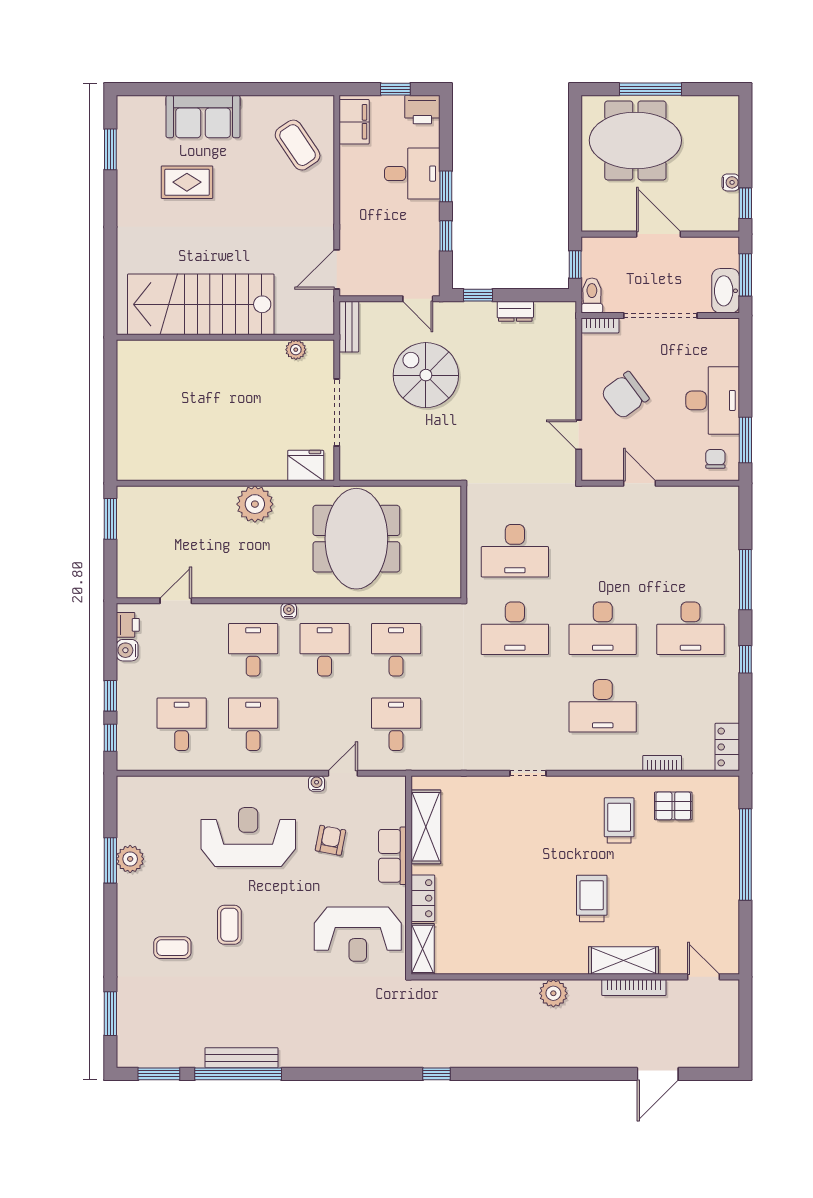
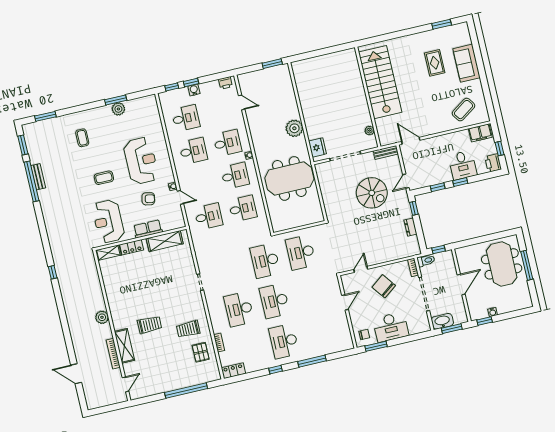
spiral stairs: (426, 375) -> (372, 193), turned 90
water cooler: (127, 650) -> (194, 90), moved
trolley: (619, 820) -> (188, 329), turned 180
coffee table: (229, 925) -> (104, 178), moved
bench: (241, 1058) -> (38, 177), width x0.73

